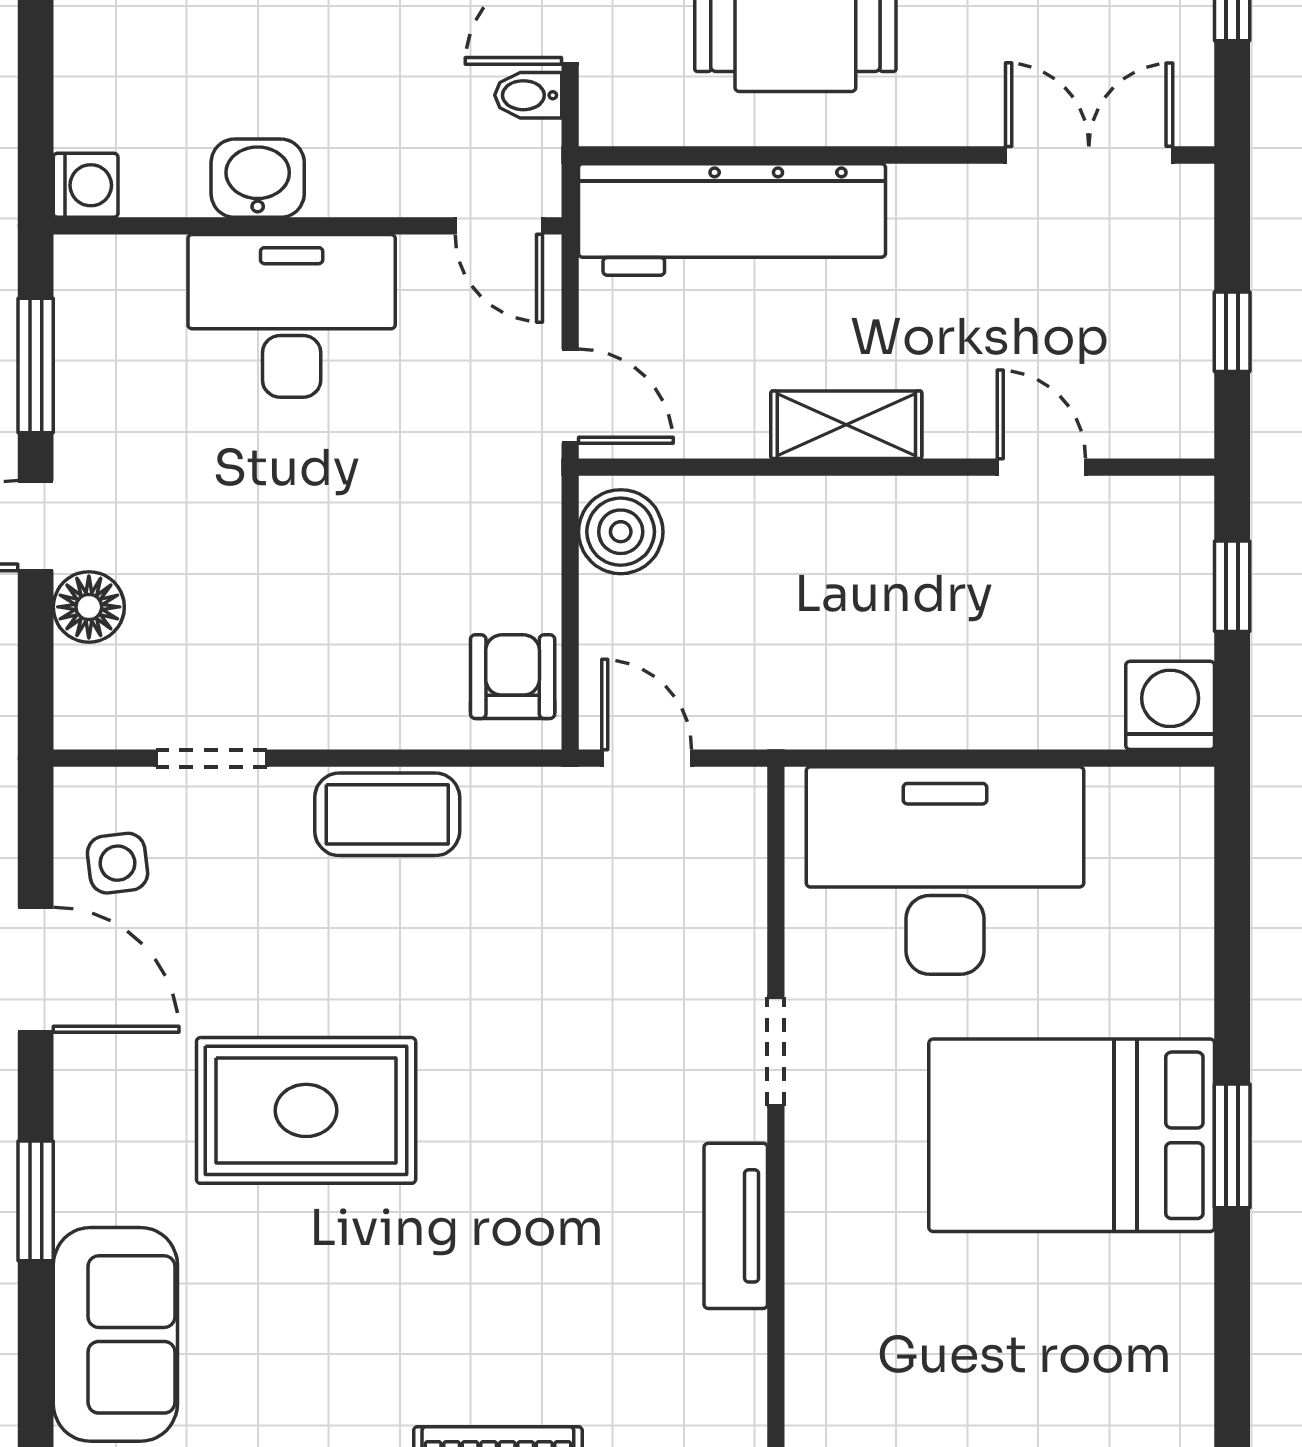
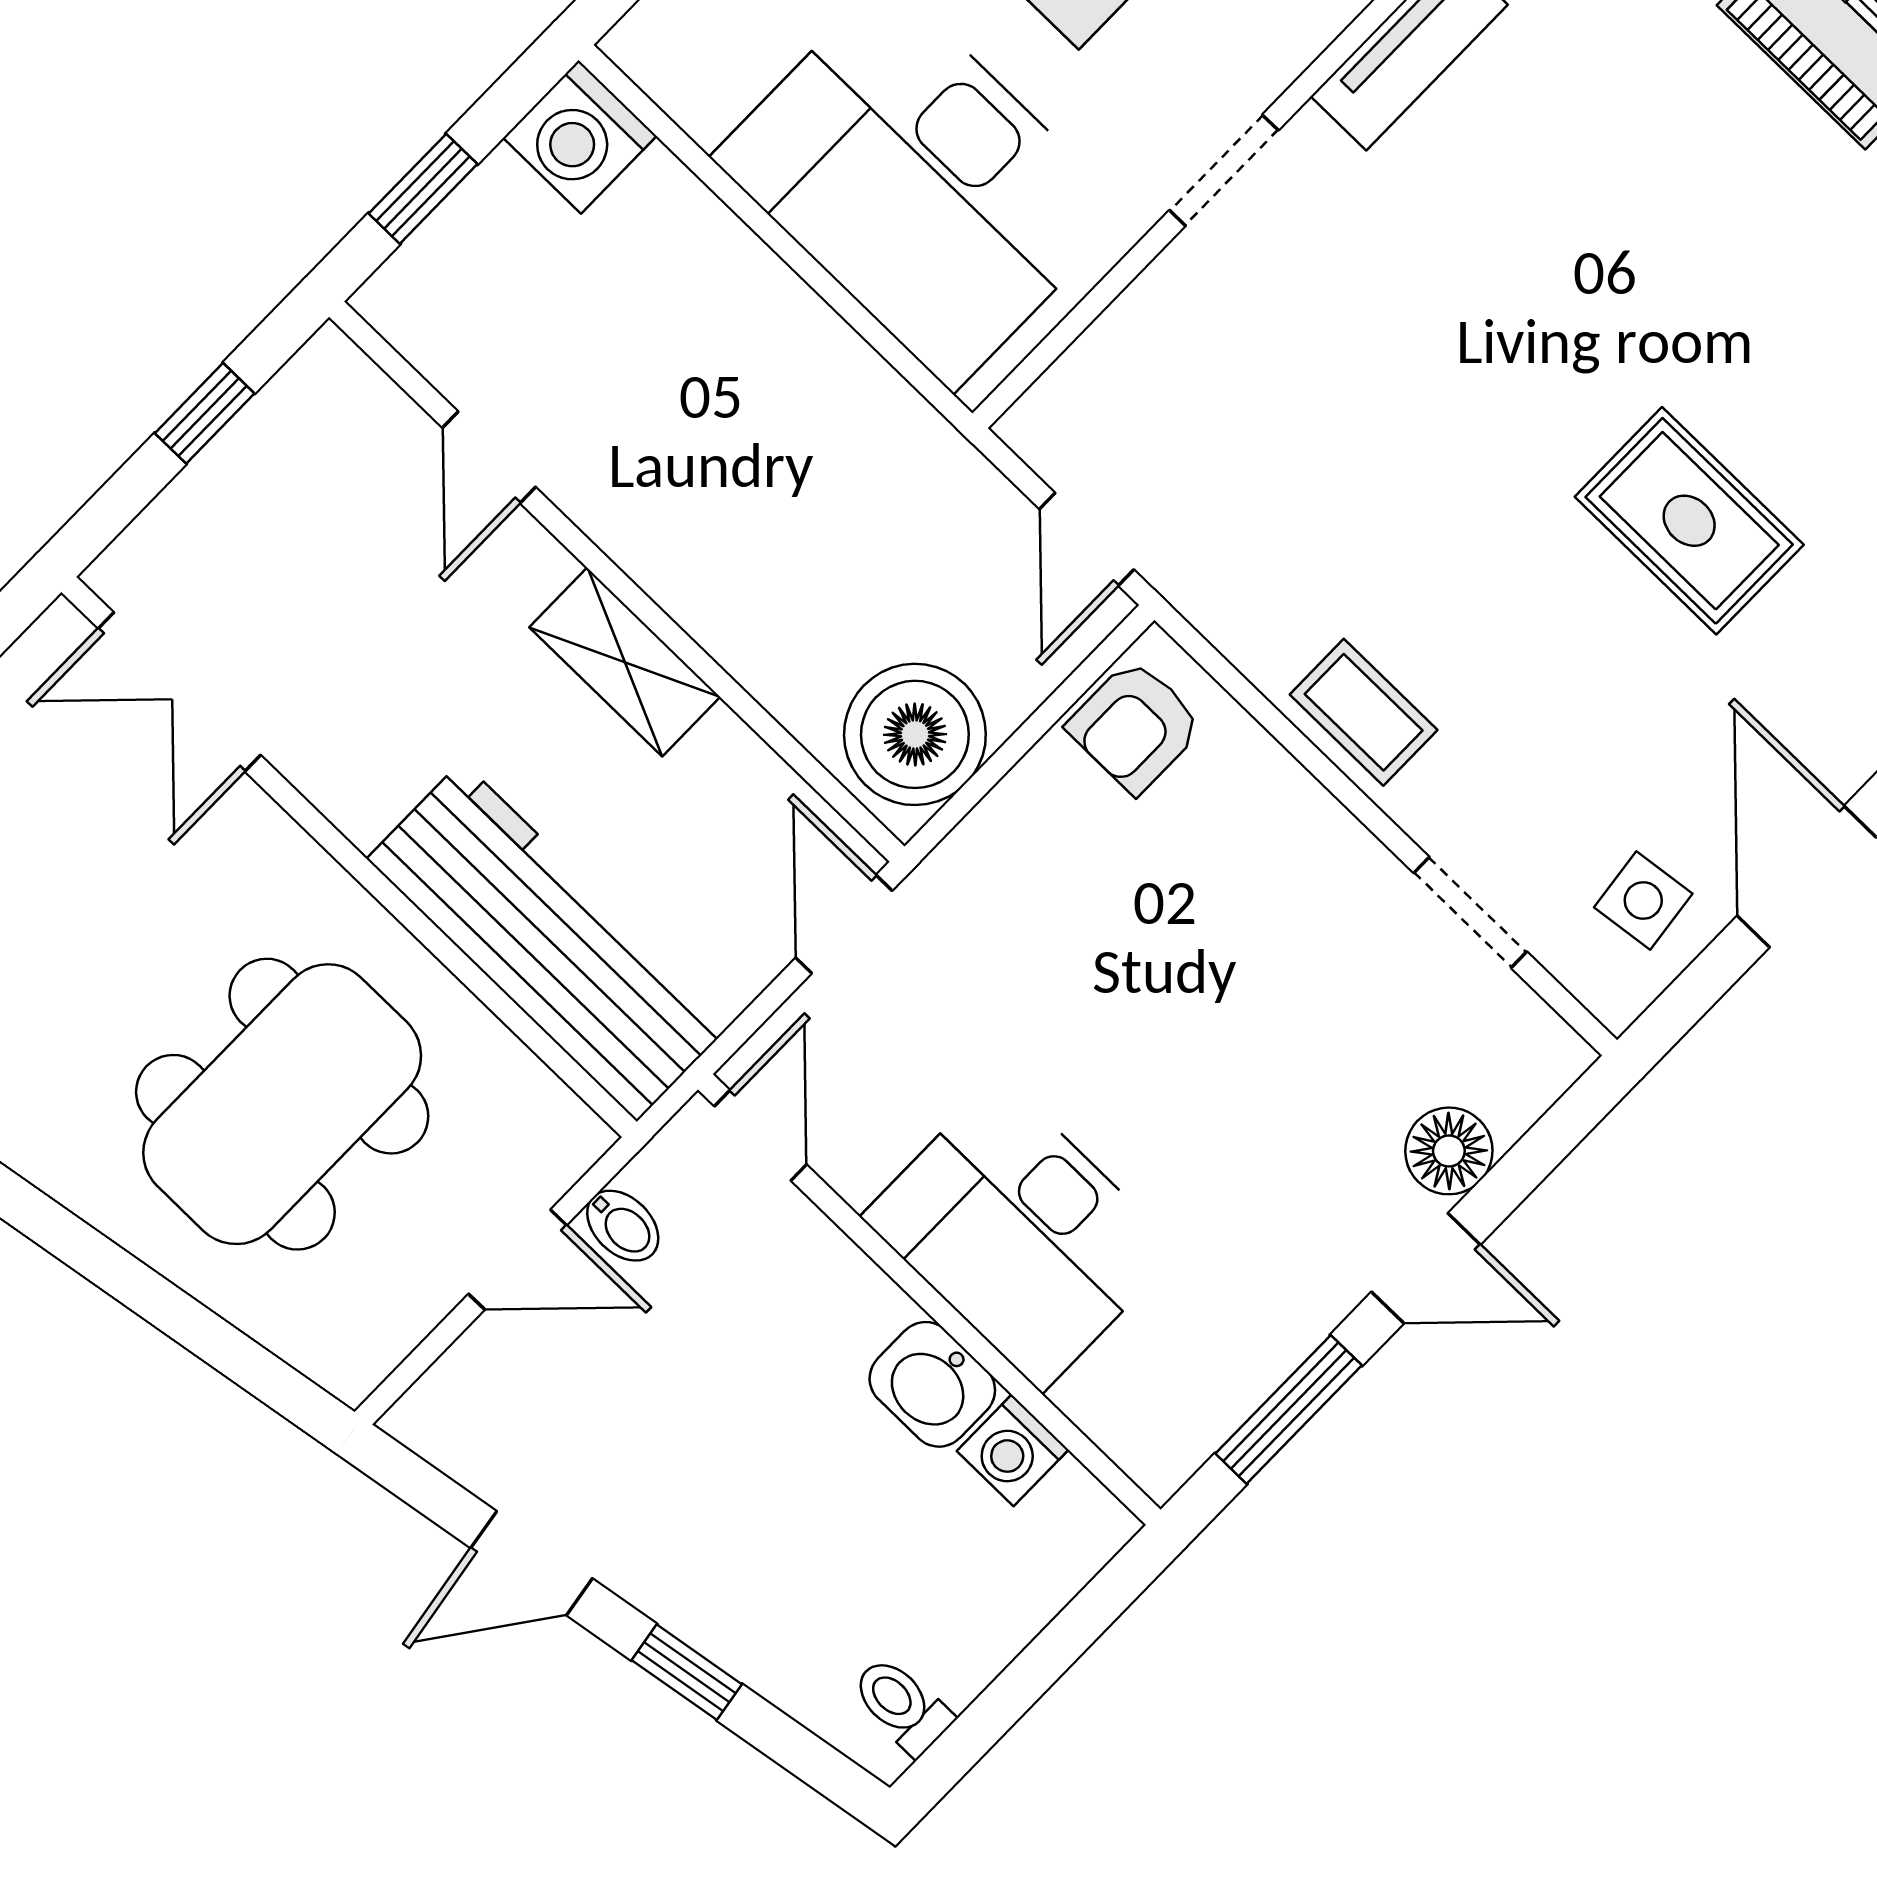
washing machine: (86, 185) -> (1013, 1450), moved, turned -90
boiler: (621, 532) -> (915, 734), width x1.37, depth x1.37
coffee table: (387, 814) -> (1364, 712), width x0.73, depth x0.77
rug: (306, 1110) -> (1689, 521), width x0.73, depth x0.70

